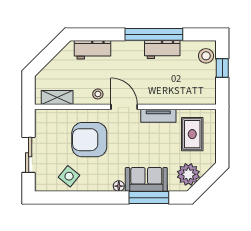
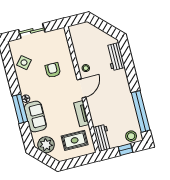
window: (154, 34) -> (141, 111), moved
workbench: (162, 50) -> (102, 138), moved, turned 180
shelving: (57, 97) -> (76, 41), removed
armchair: (89, 140) -> (53, 70), width x0.53, depth x0.53
window: (149, 198) -> (20, 109), moved

